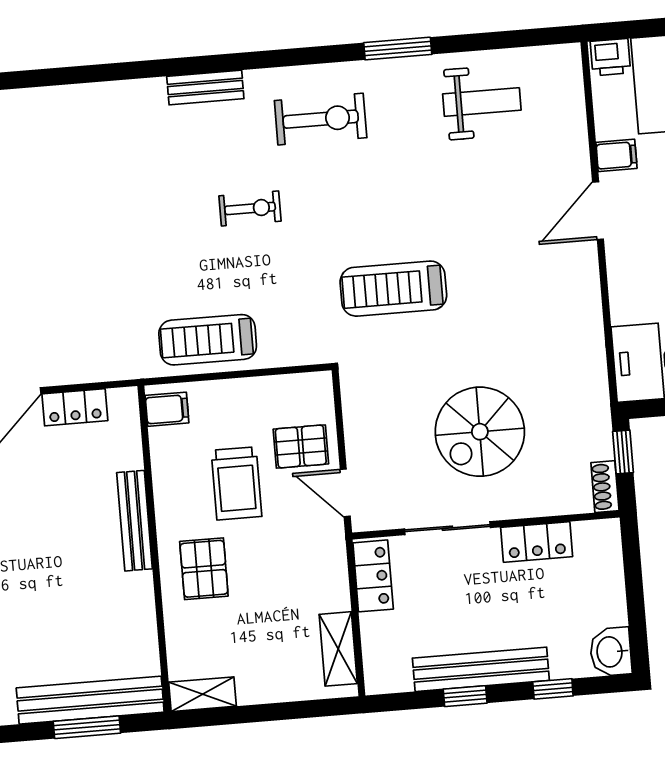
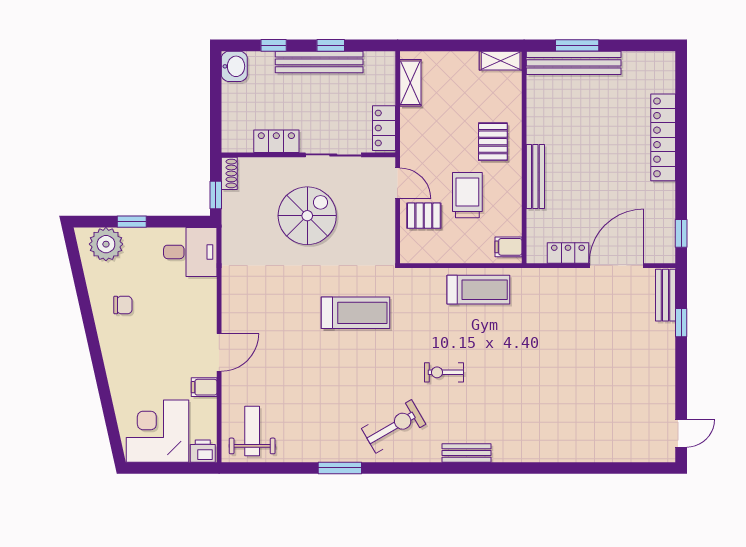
weight bench: (482, 102) -> (252, 431), moved, turned 90
exercise bike: (321, 119) -> (394, 426), turned 150

